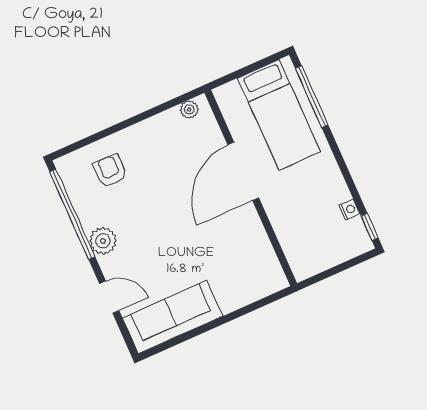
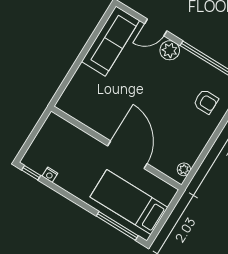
plant: (103, 241) -> (170, 50), moved

